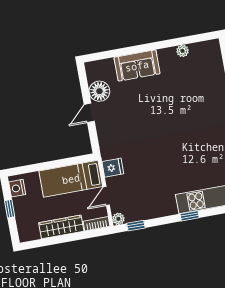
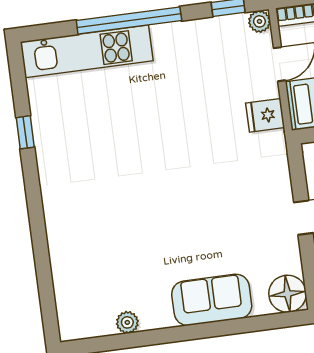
floor lamp: (99, 91) -> (288, 294), moved
window: (190, 216) -> (129, 20), width x3.17

